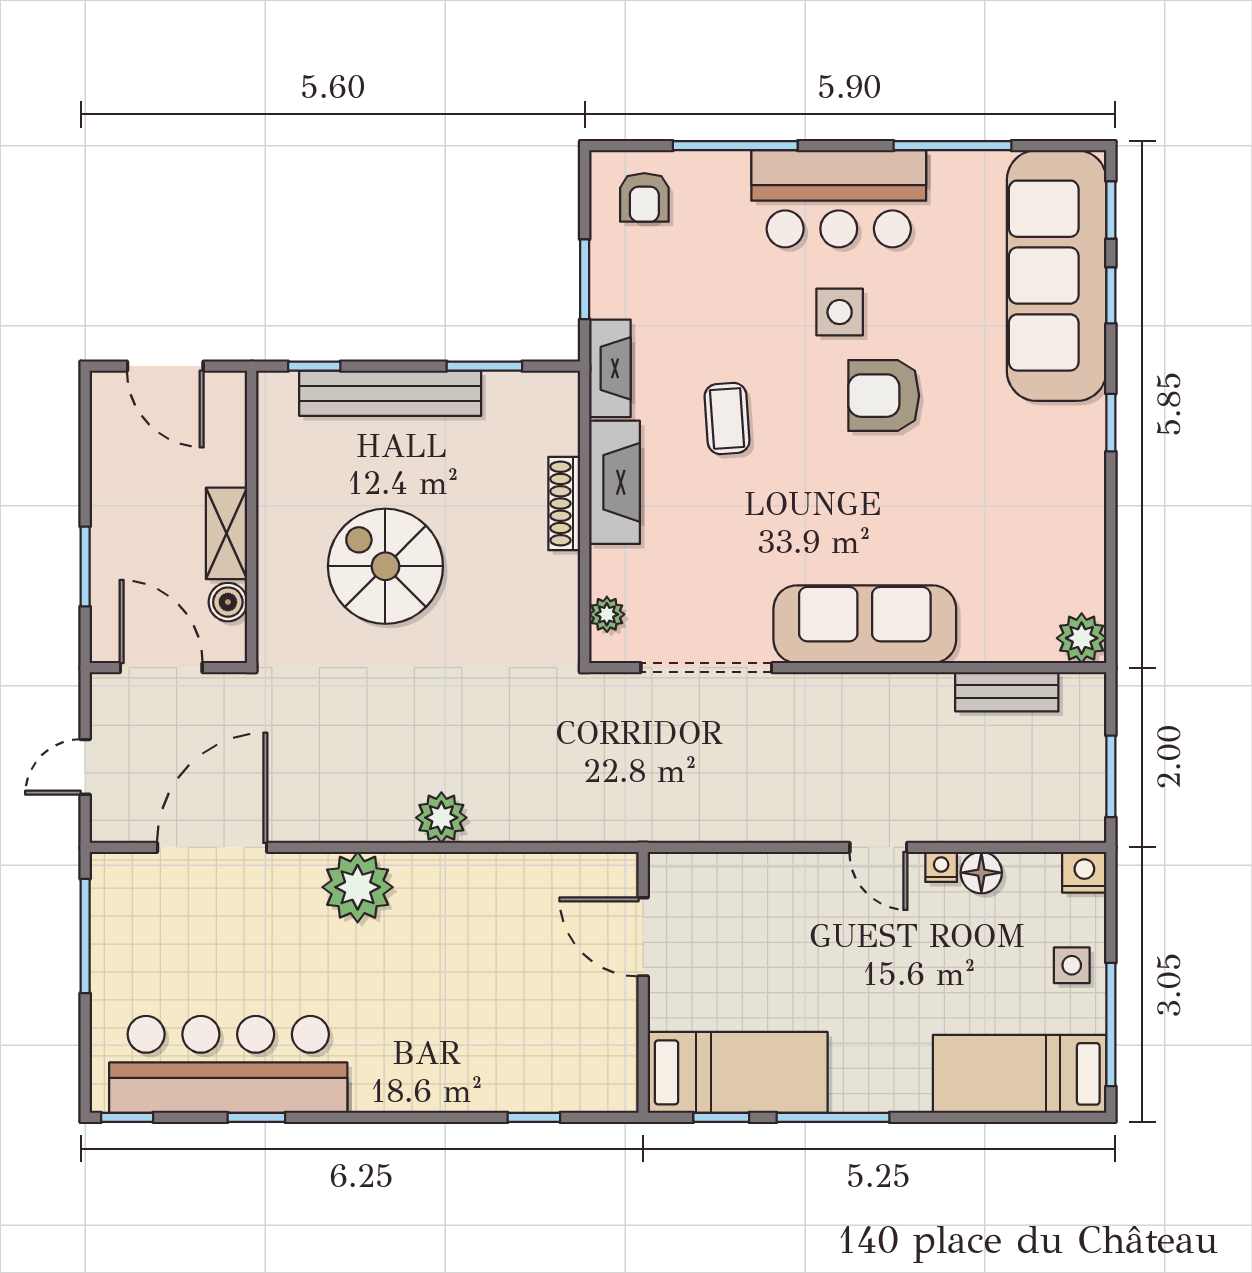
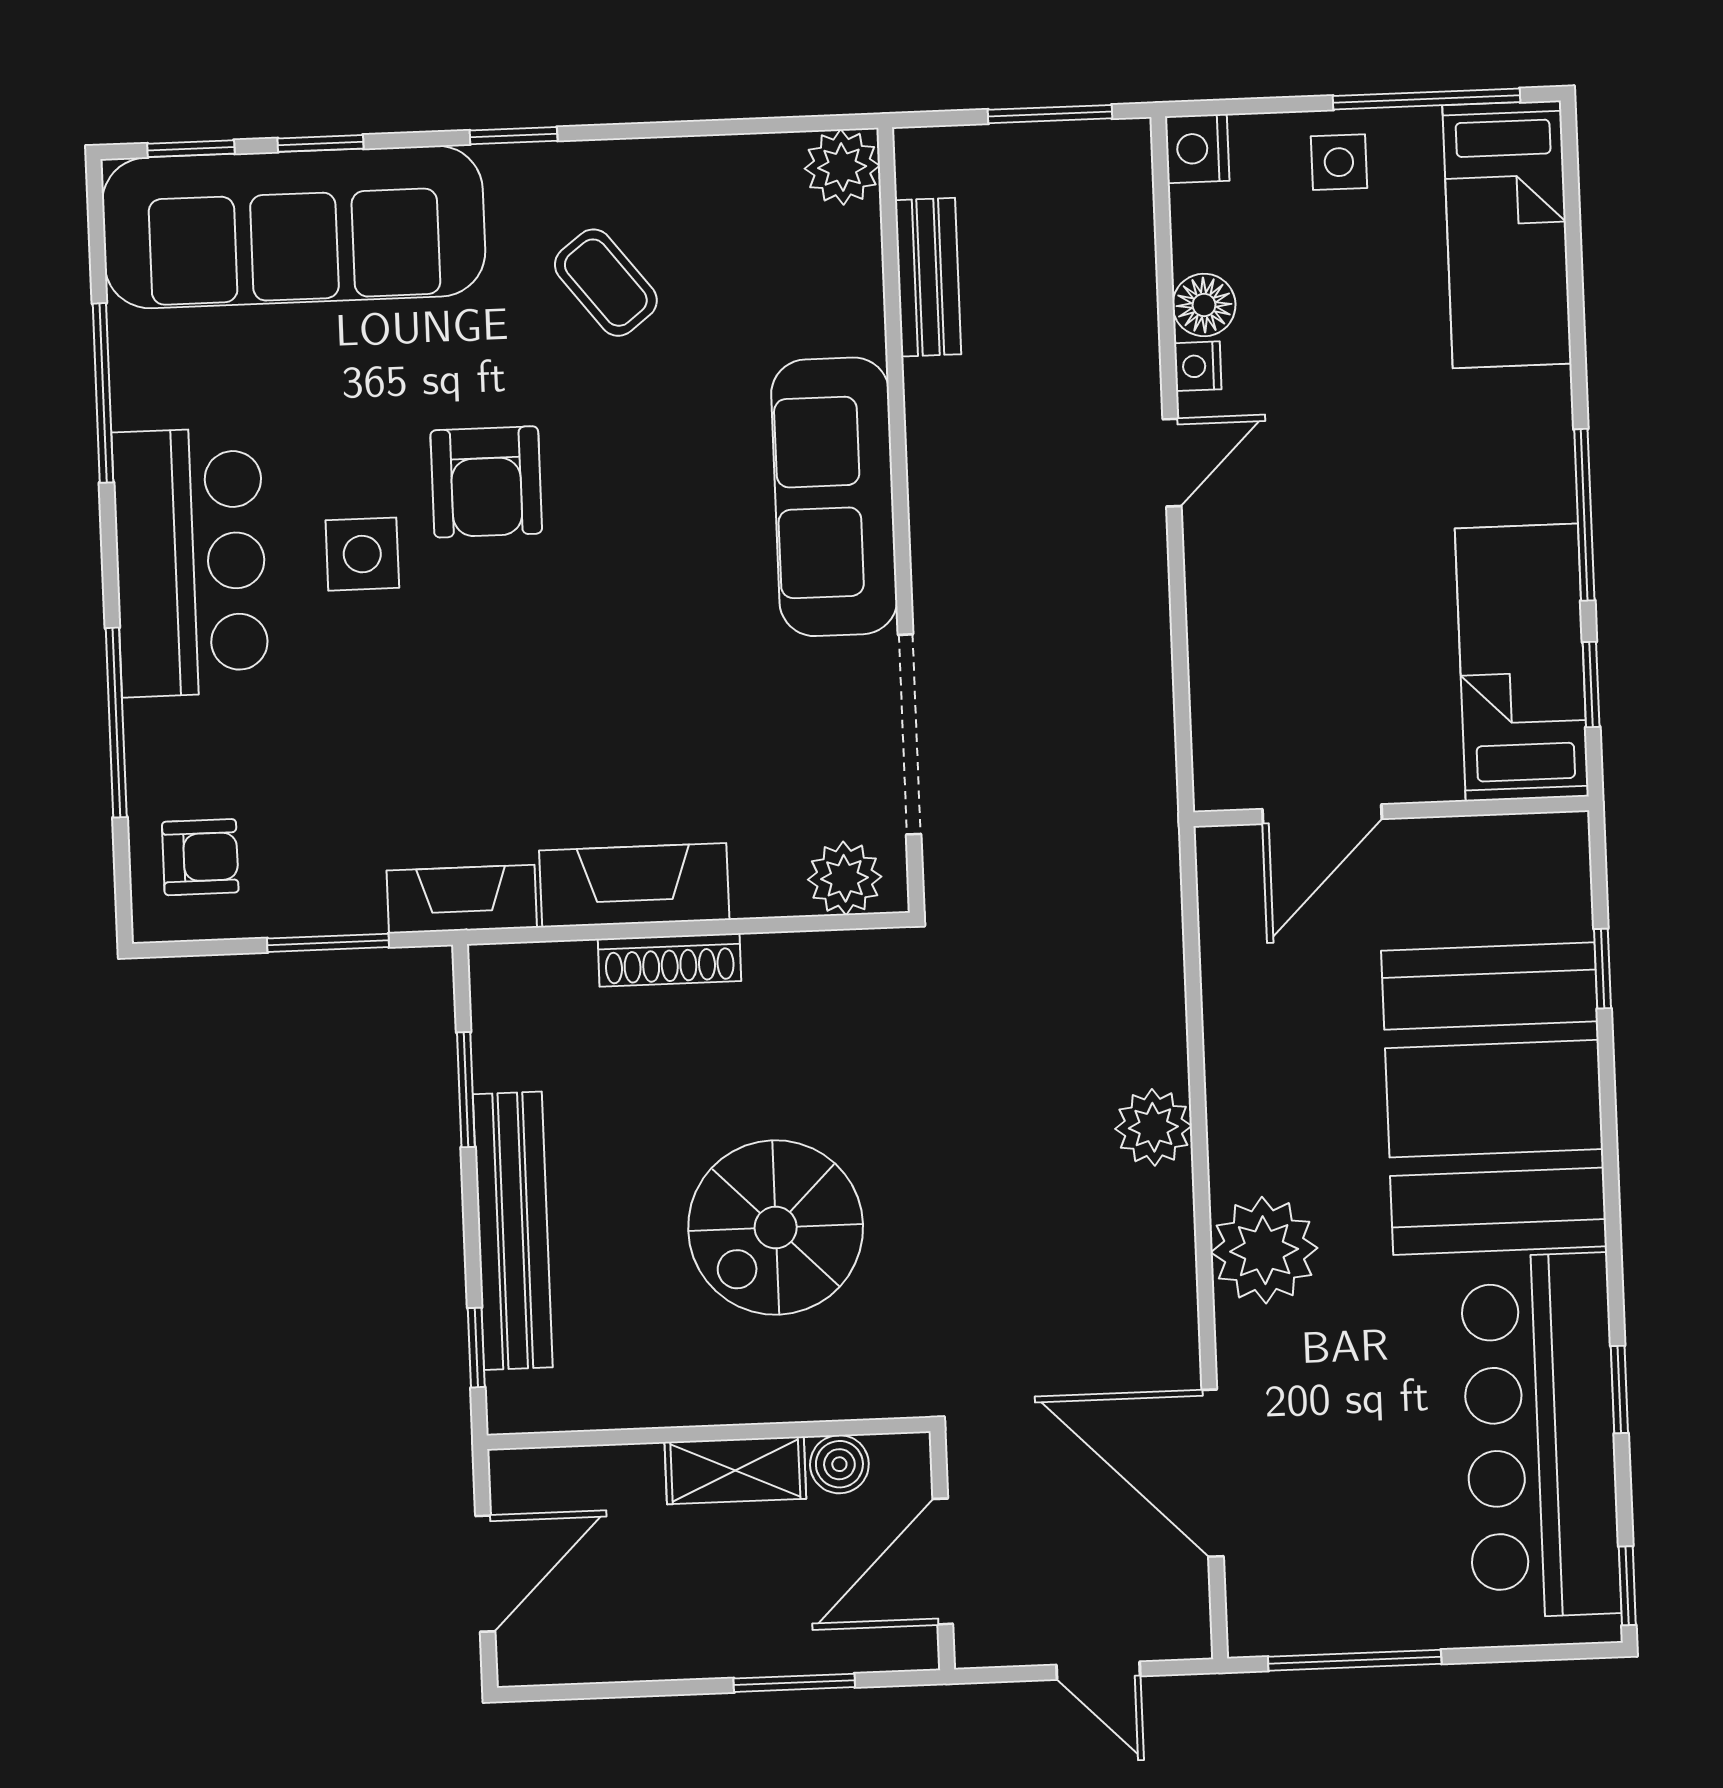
coffee table: (727, 419) -> (606, 283), moved, turned 56
plant: (607, 614) -> (845, 878), width x1.38, depth x1.38
booth: (451, 1043) -> (1494, 1099), added

